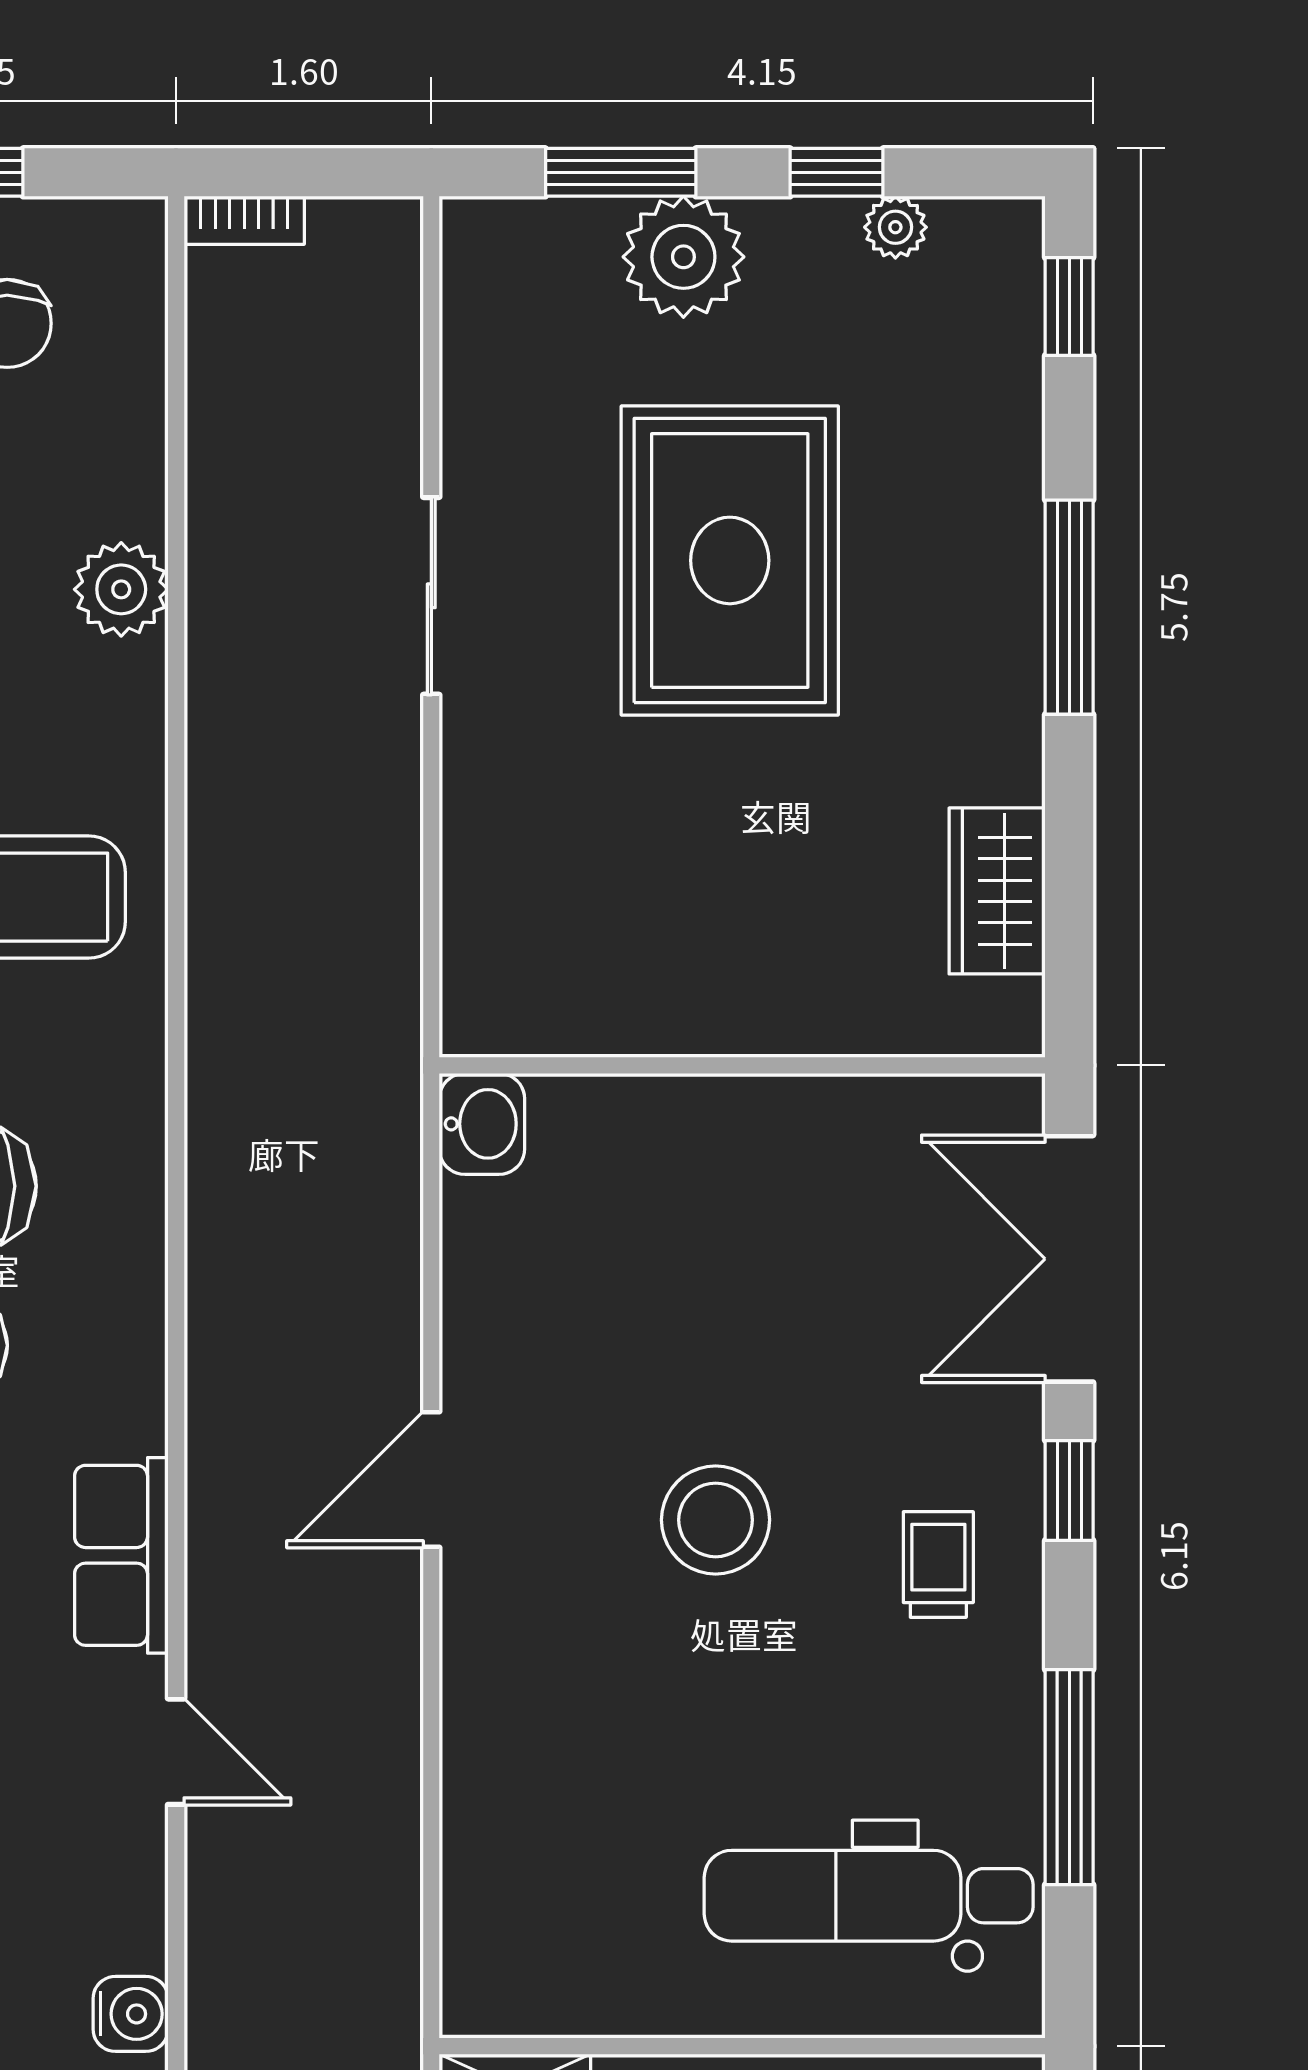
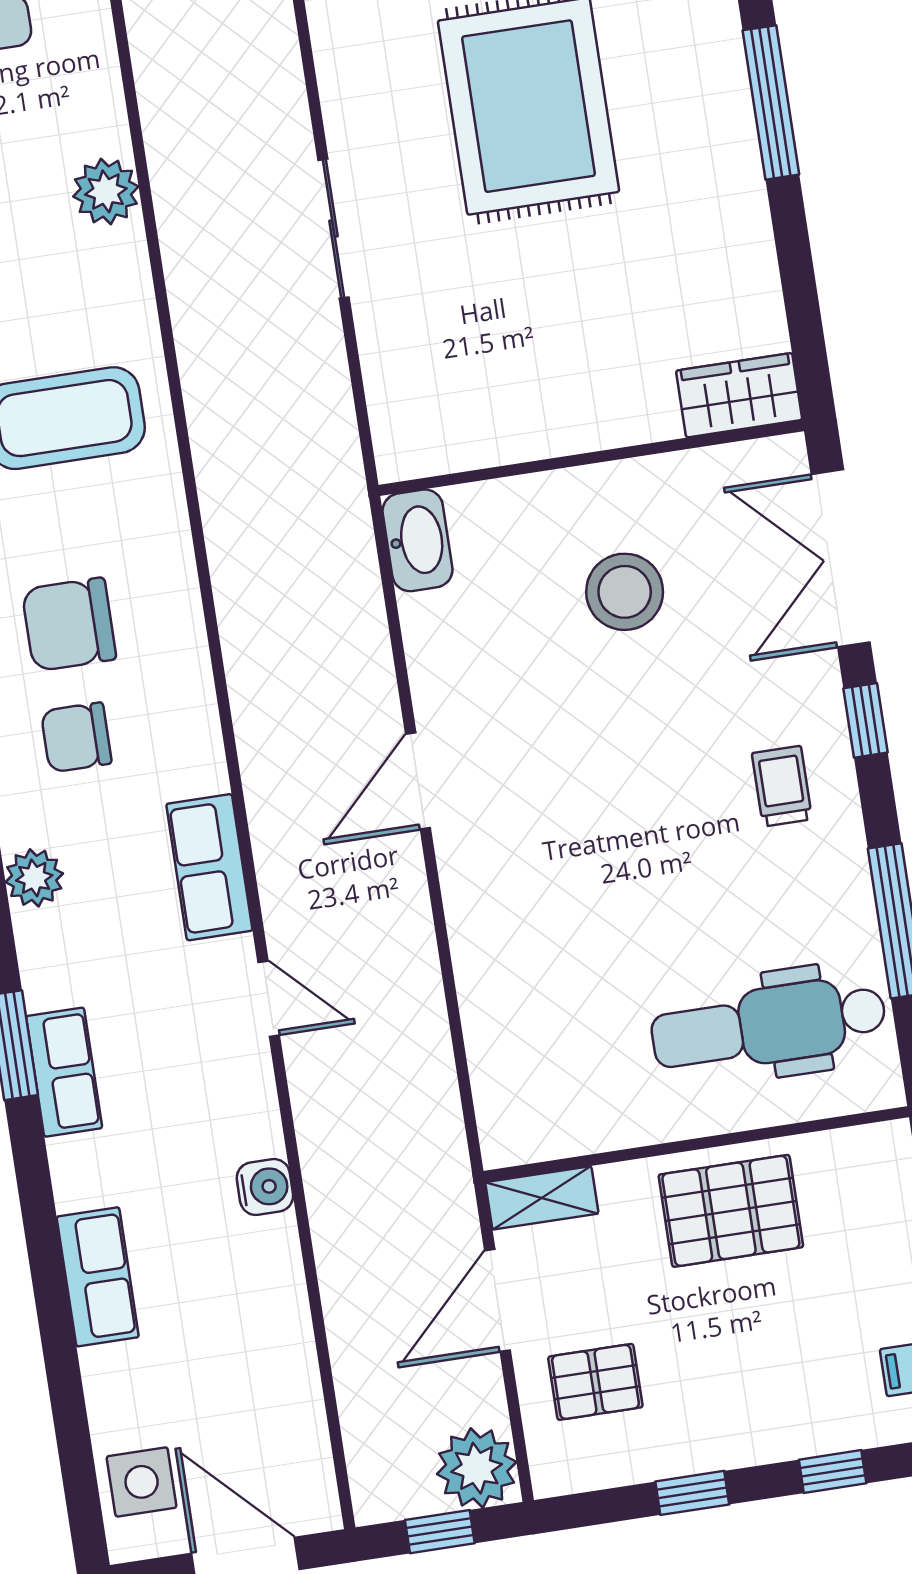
sliding door: (431, 596) -> (334, 229), moved
wardrobe: (997, 891) -> (739, 395), moved, turned 90
washbasin: (482, 1124) -> (418, 540), width x1.38
stool: (716, 1520) -> (625, 592), moved

